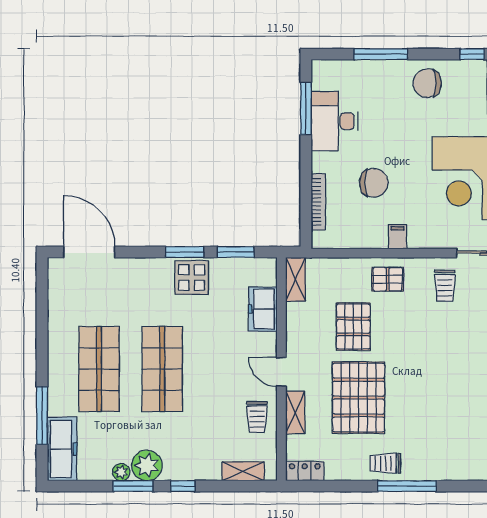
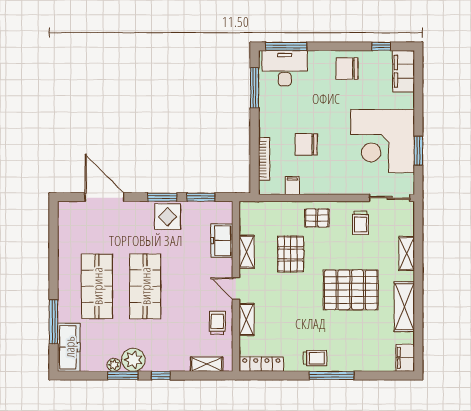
window: (381, 54) -> (286, 46), moved
desk: (335, 121) -> (285, 68), moved, turned 90
chair: (374, 183) -> (306, 144), turned 180
filing cabinet: (398, 237) -> (292, 186), moved
door: (89, 252) -> (104, 197), moved
shelving: (295, 279) -> (247, 252), moved
pallet: (359, 398) -> (351, 290), moved, turned 90
trolley: (257, 417) -> (217, 323), turned 180
trolley: (385, 463) -> (315, 358), turned 180
locker: (305, 471) -> (261, 364), width x1.53

